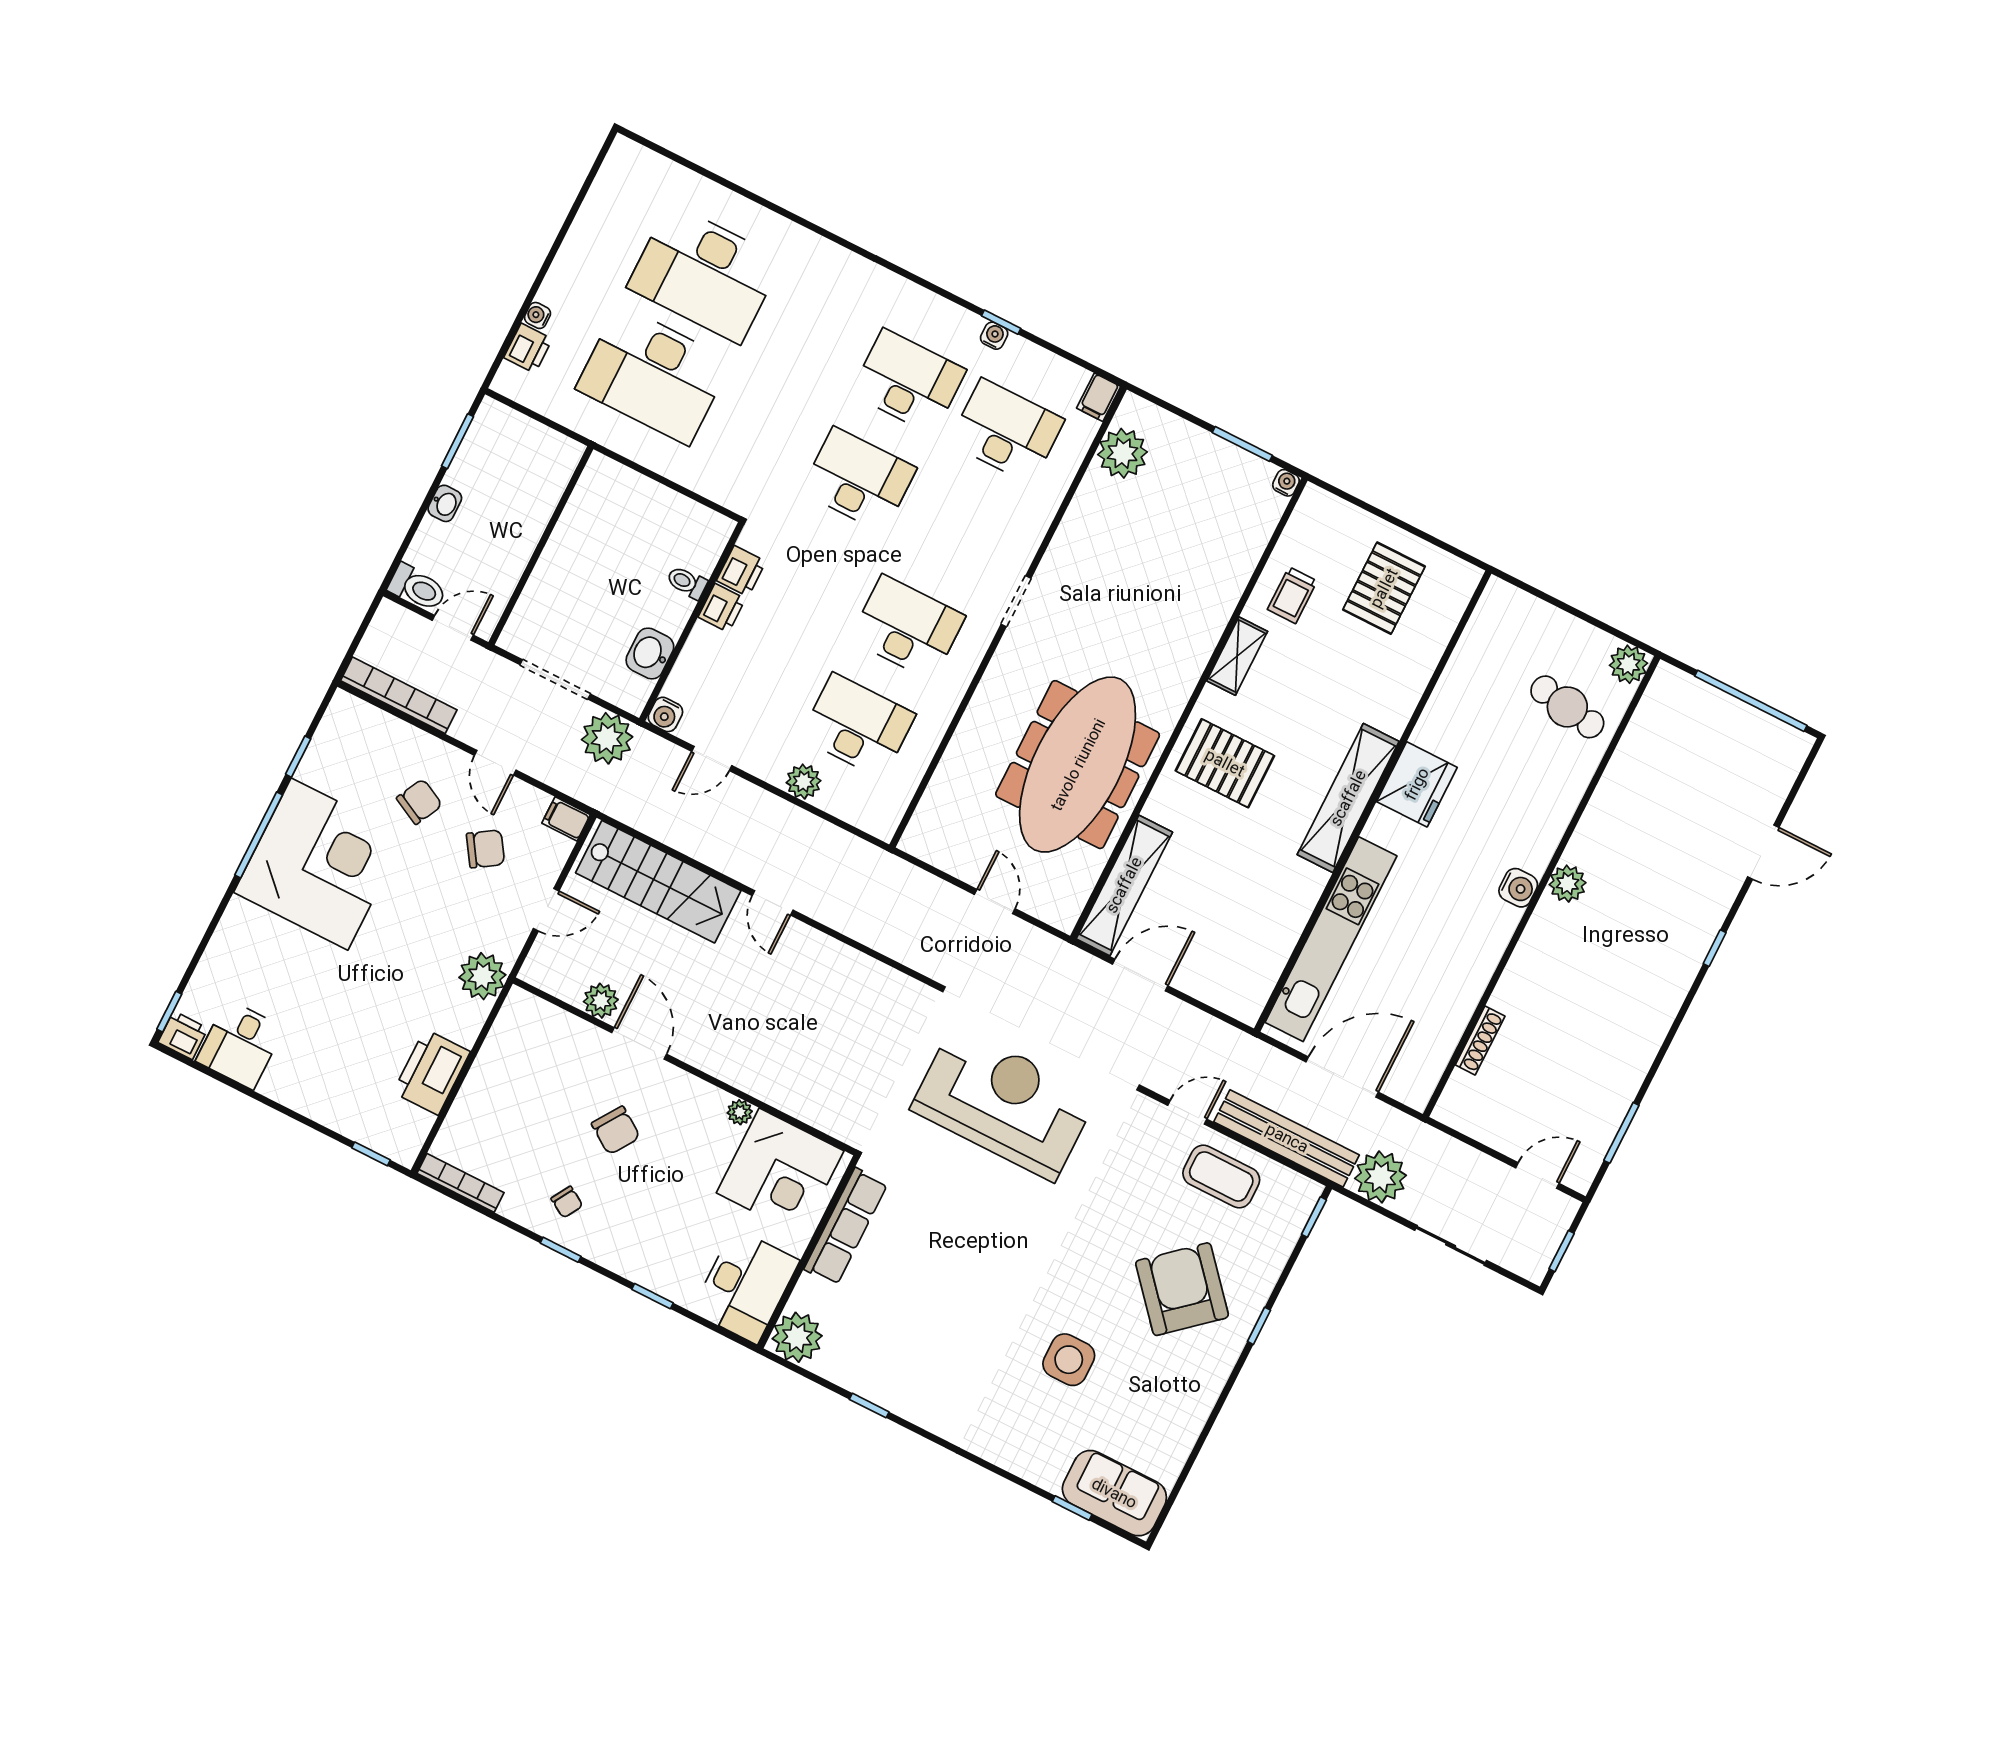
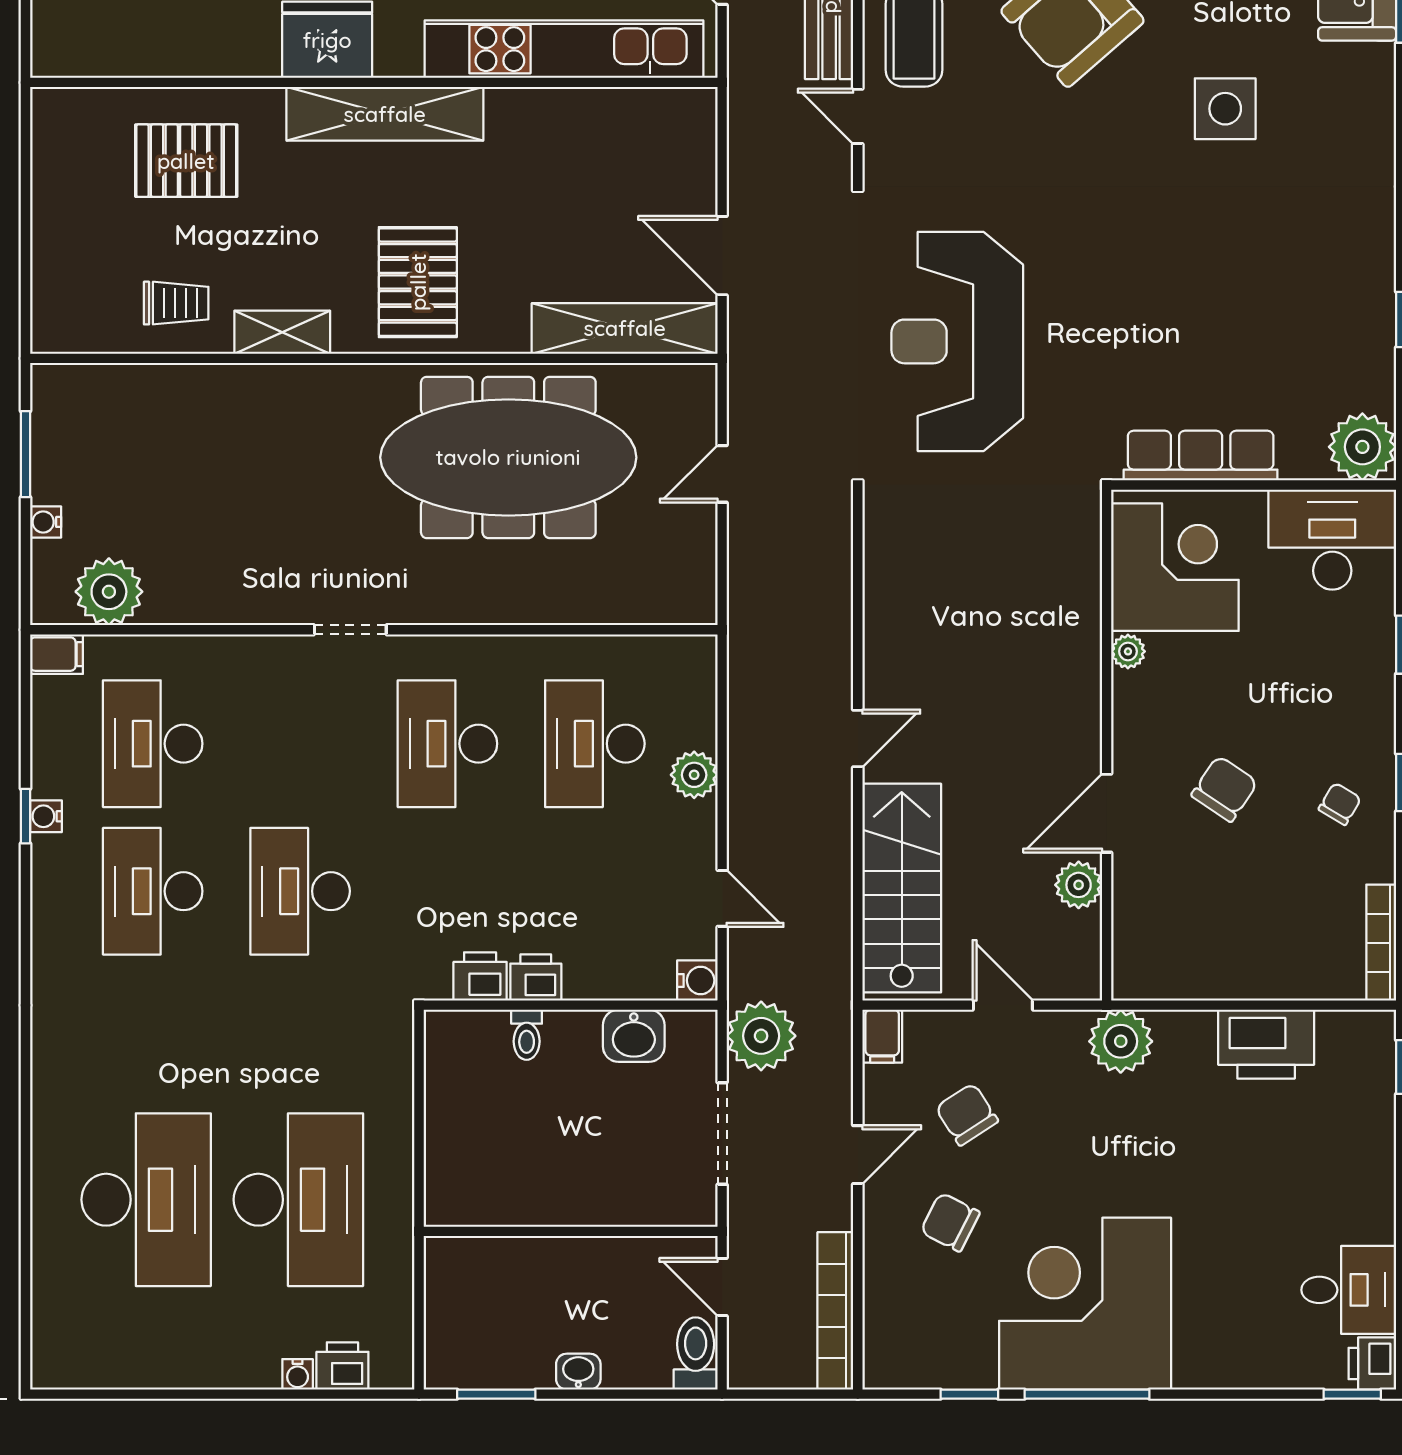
water cooler: (1286, 483) -> (46, 522), moved
pallet: (1384, 588) -> (186, 161), moved

